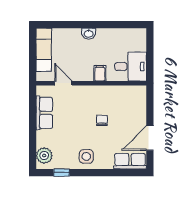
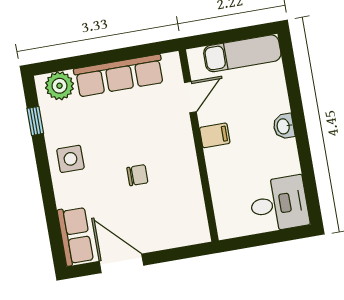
desk: (131, 67) -> (279, 204), moved, turned -90
filing cabinet: (100, 73) -> (215, 135), moved
row of seats: (44, 113) -> (119, 76), width x1.48

